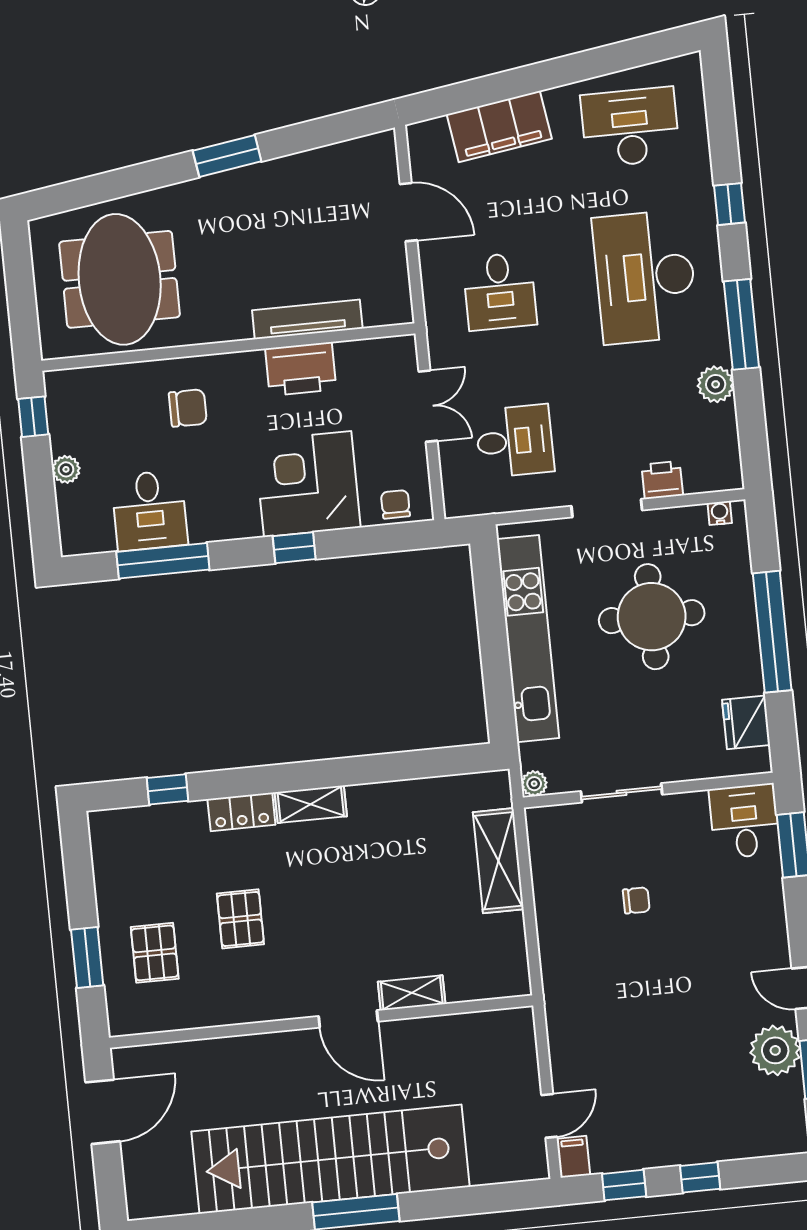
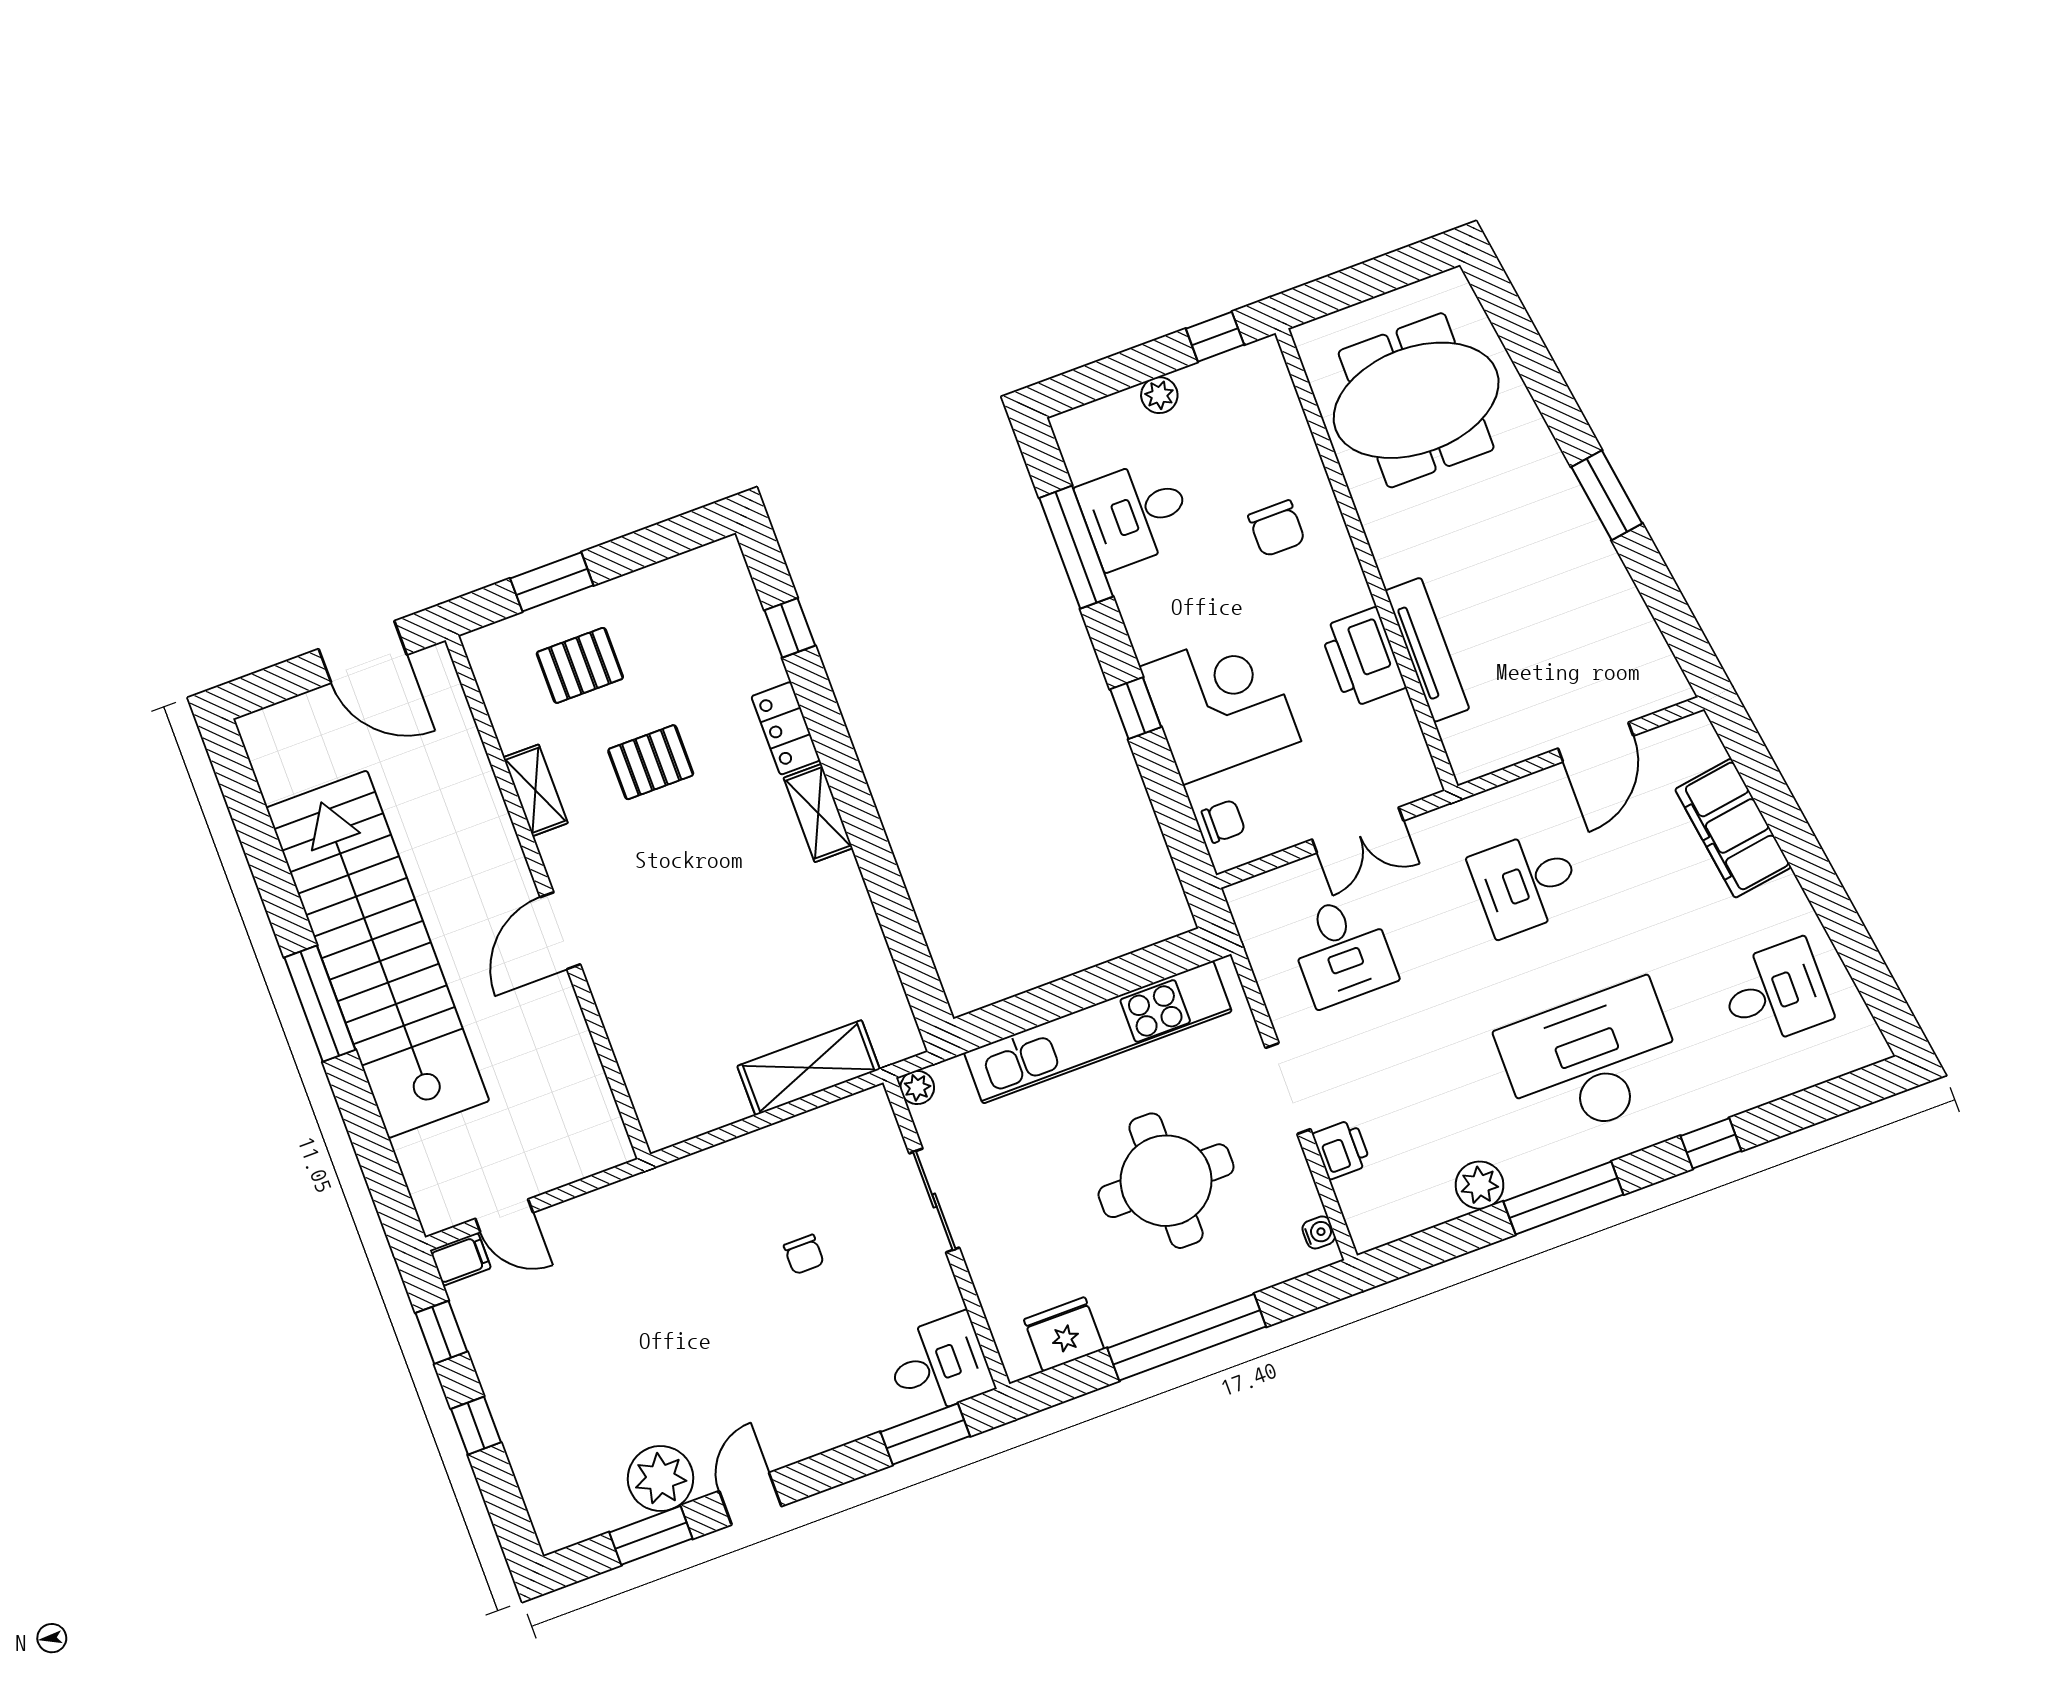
desk: (630, 127) -> (1775, 993), width x0.73
shelving: (412, 993) -> (535, 790), moved

